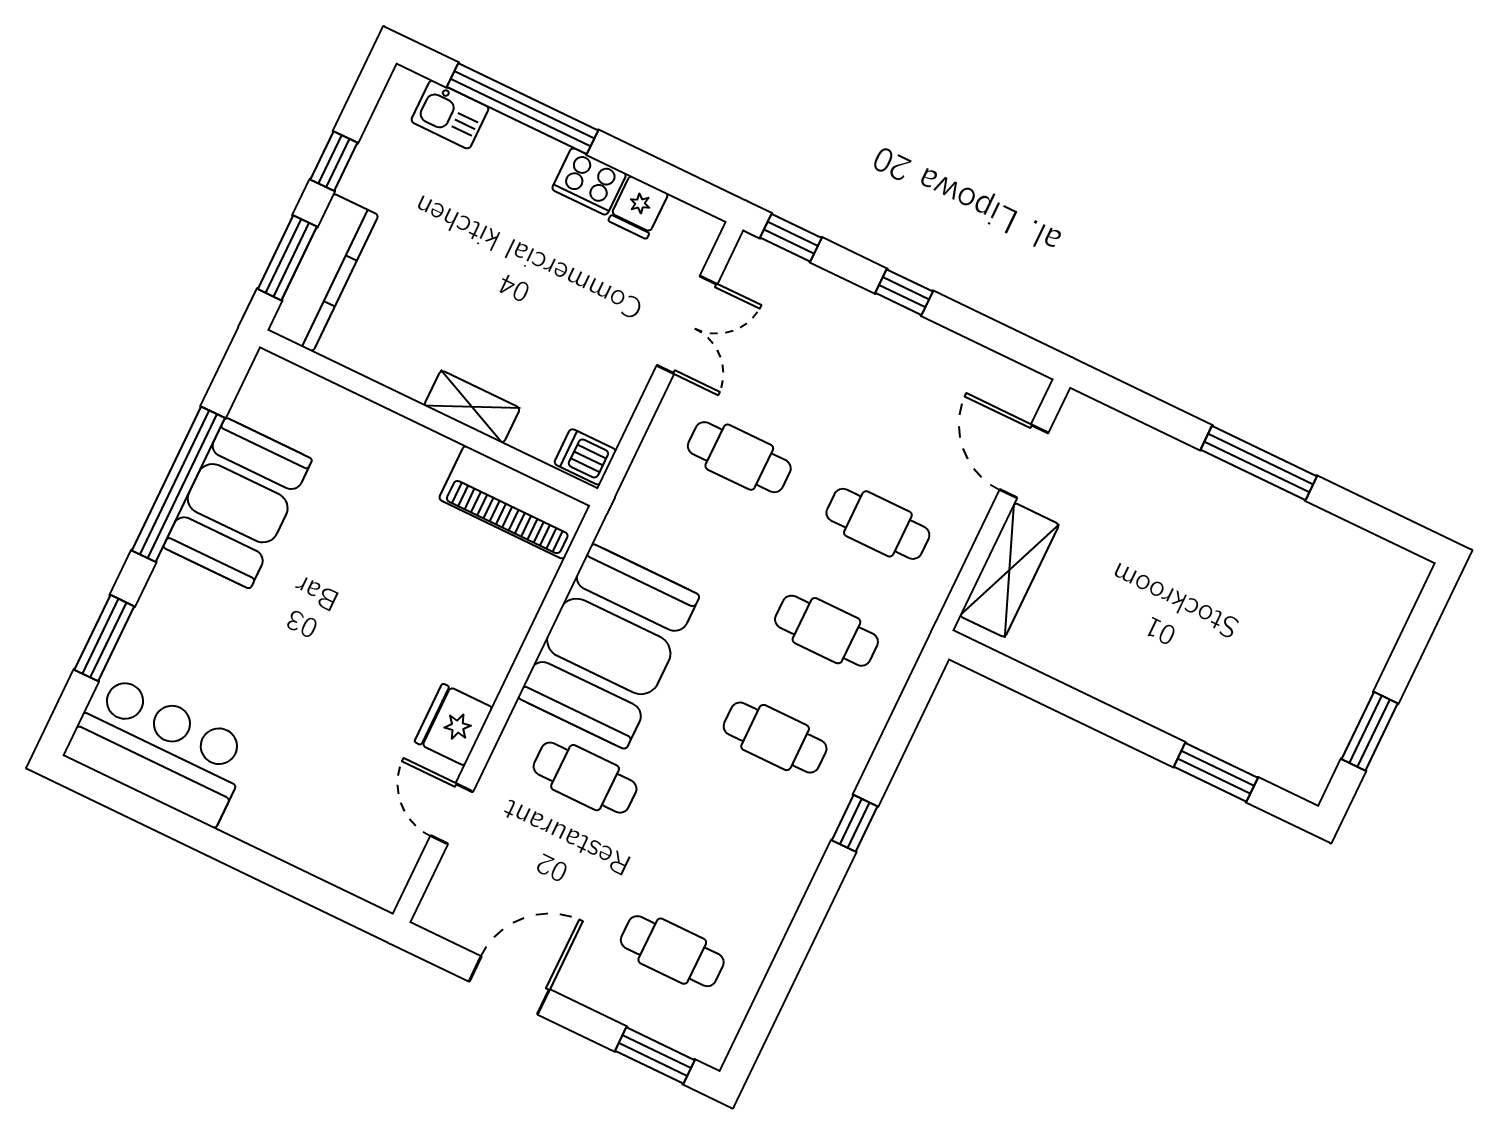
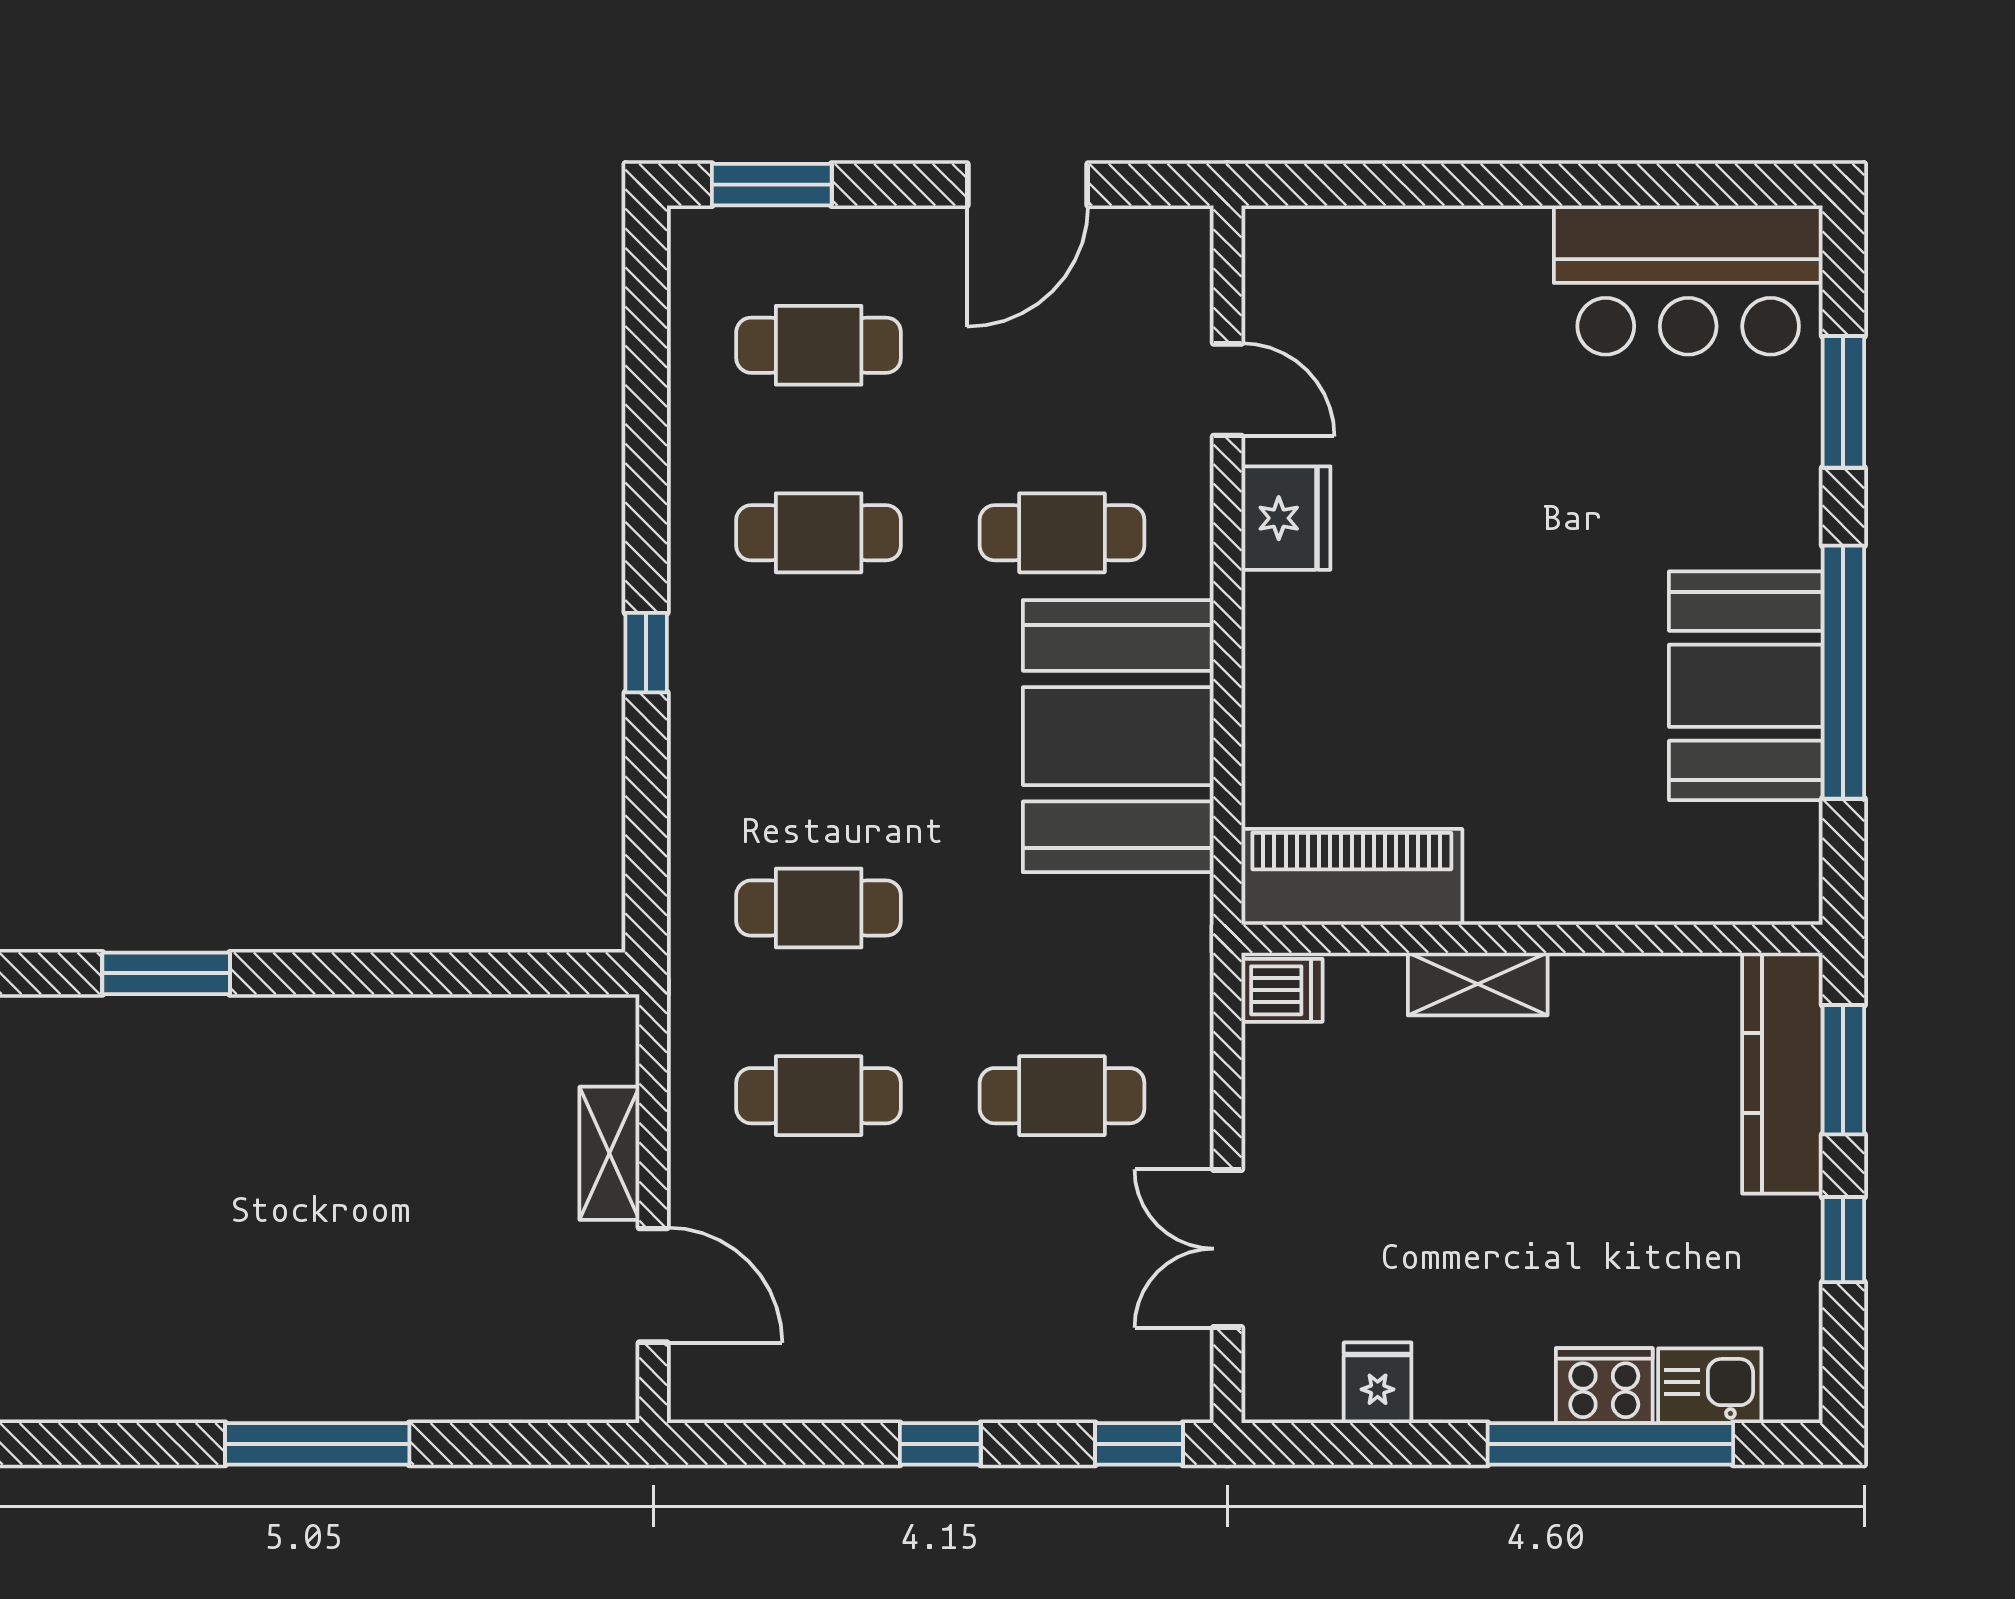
cooker: (589, 181) -> (1604, 1386), moved
shelving: (1009, 570) -> (609, 1153), width x0.67, depth x0.75
cafe table: (775, 738) -> (819, 533), moved

